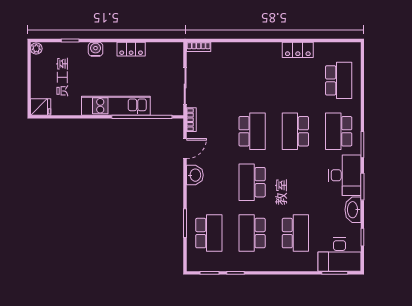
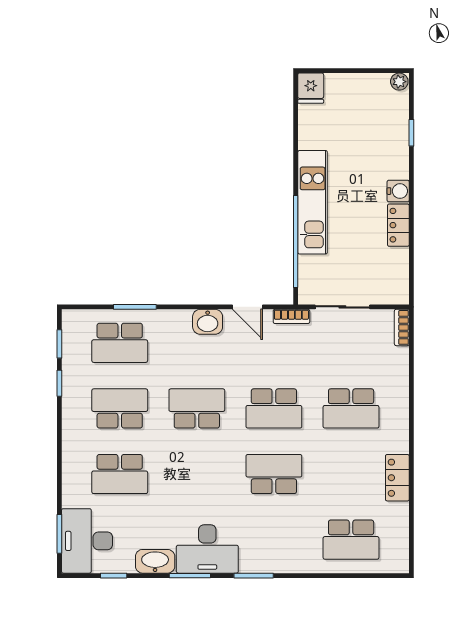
water cooler: (96, 49) -> (398, 191), moved
school desk: (339, 131) -> (351, 408), moved, turned 180

